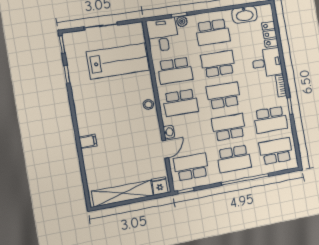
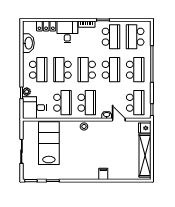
school desk: (229, 127) -> (111, 70), turned 180
school desk: (191, 167) -> (135, 103), turned 180

